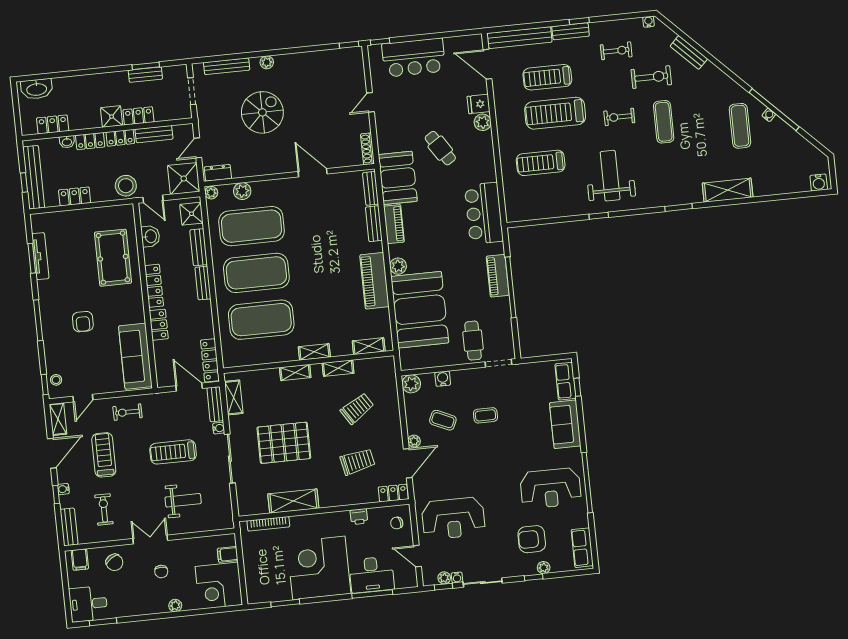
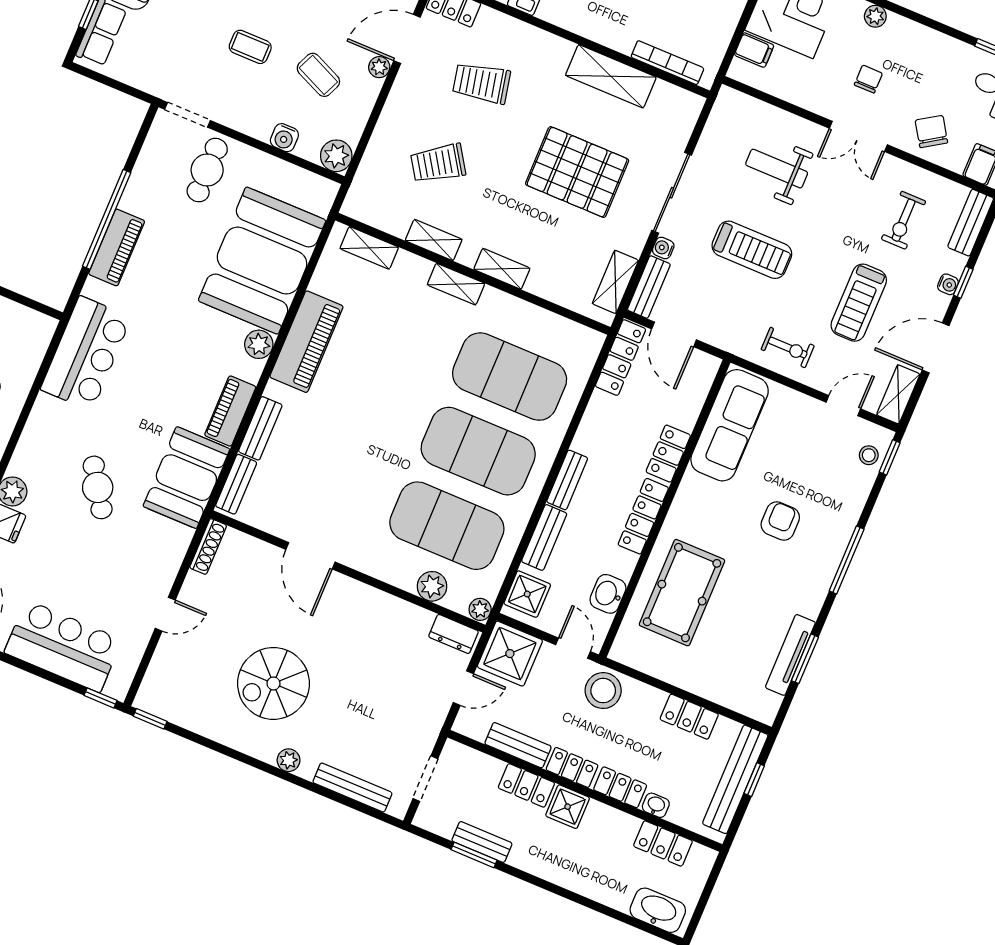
spiral stairs: (262, 112) -> (273, 683), moved

